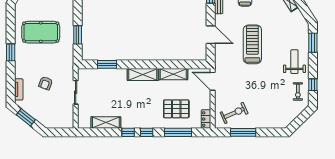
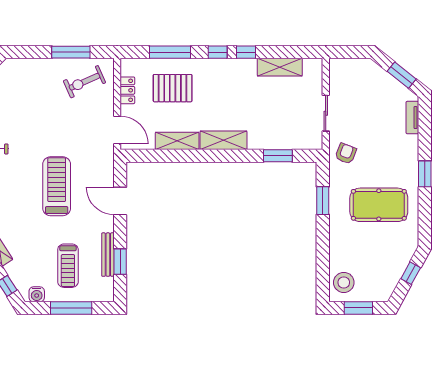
treadmill: (252, 44) -> (57, 186), turned 180
armchair: (46, 83) -> (346, 154), moved
locker: (206, 119) -> (127, 90), moved

